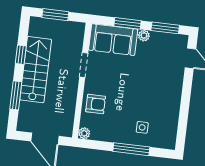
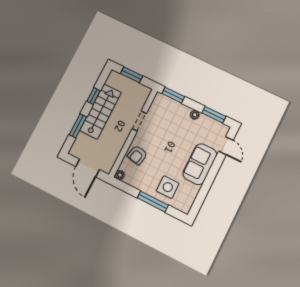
window: (128, 23) -> (173, 95), moved
sofa: (113, 40) -> (200, 164), moved, turned 90
armchair: (96, 104) -> (137, 155), turned 102
side table: (142, 127) -> (168, 187), width x1.87, depth x1.87

